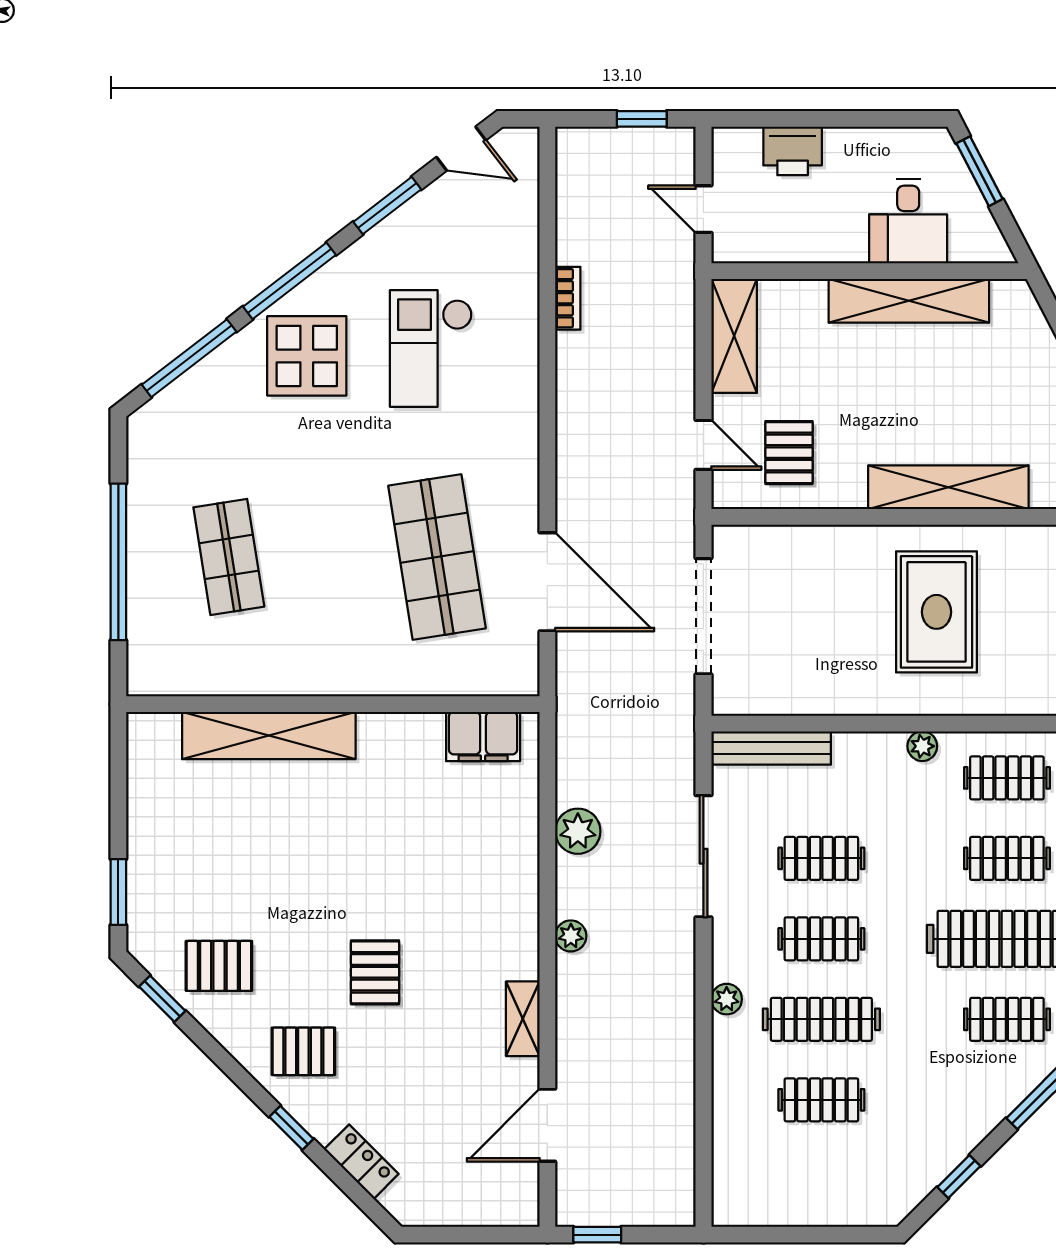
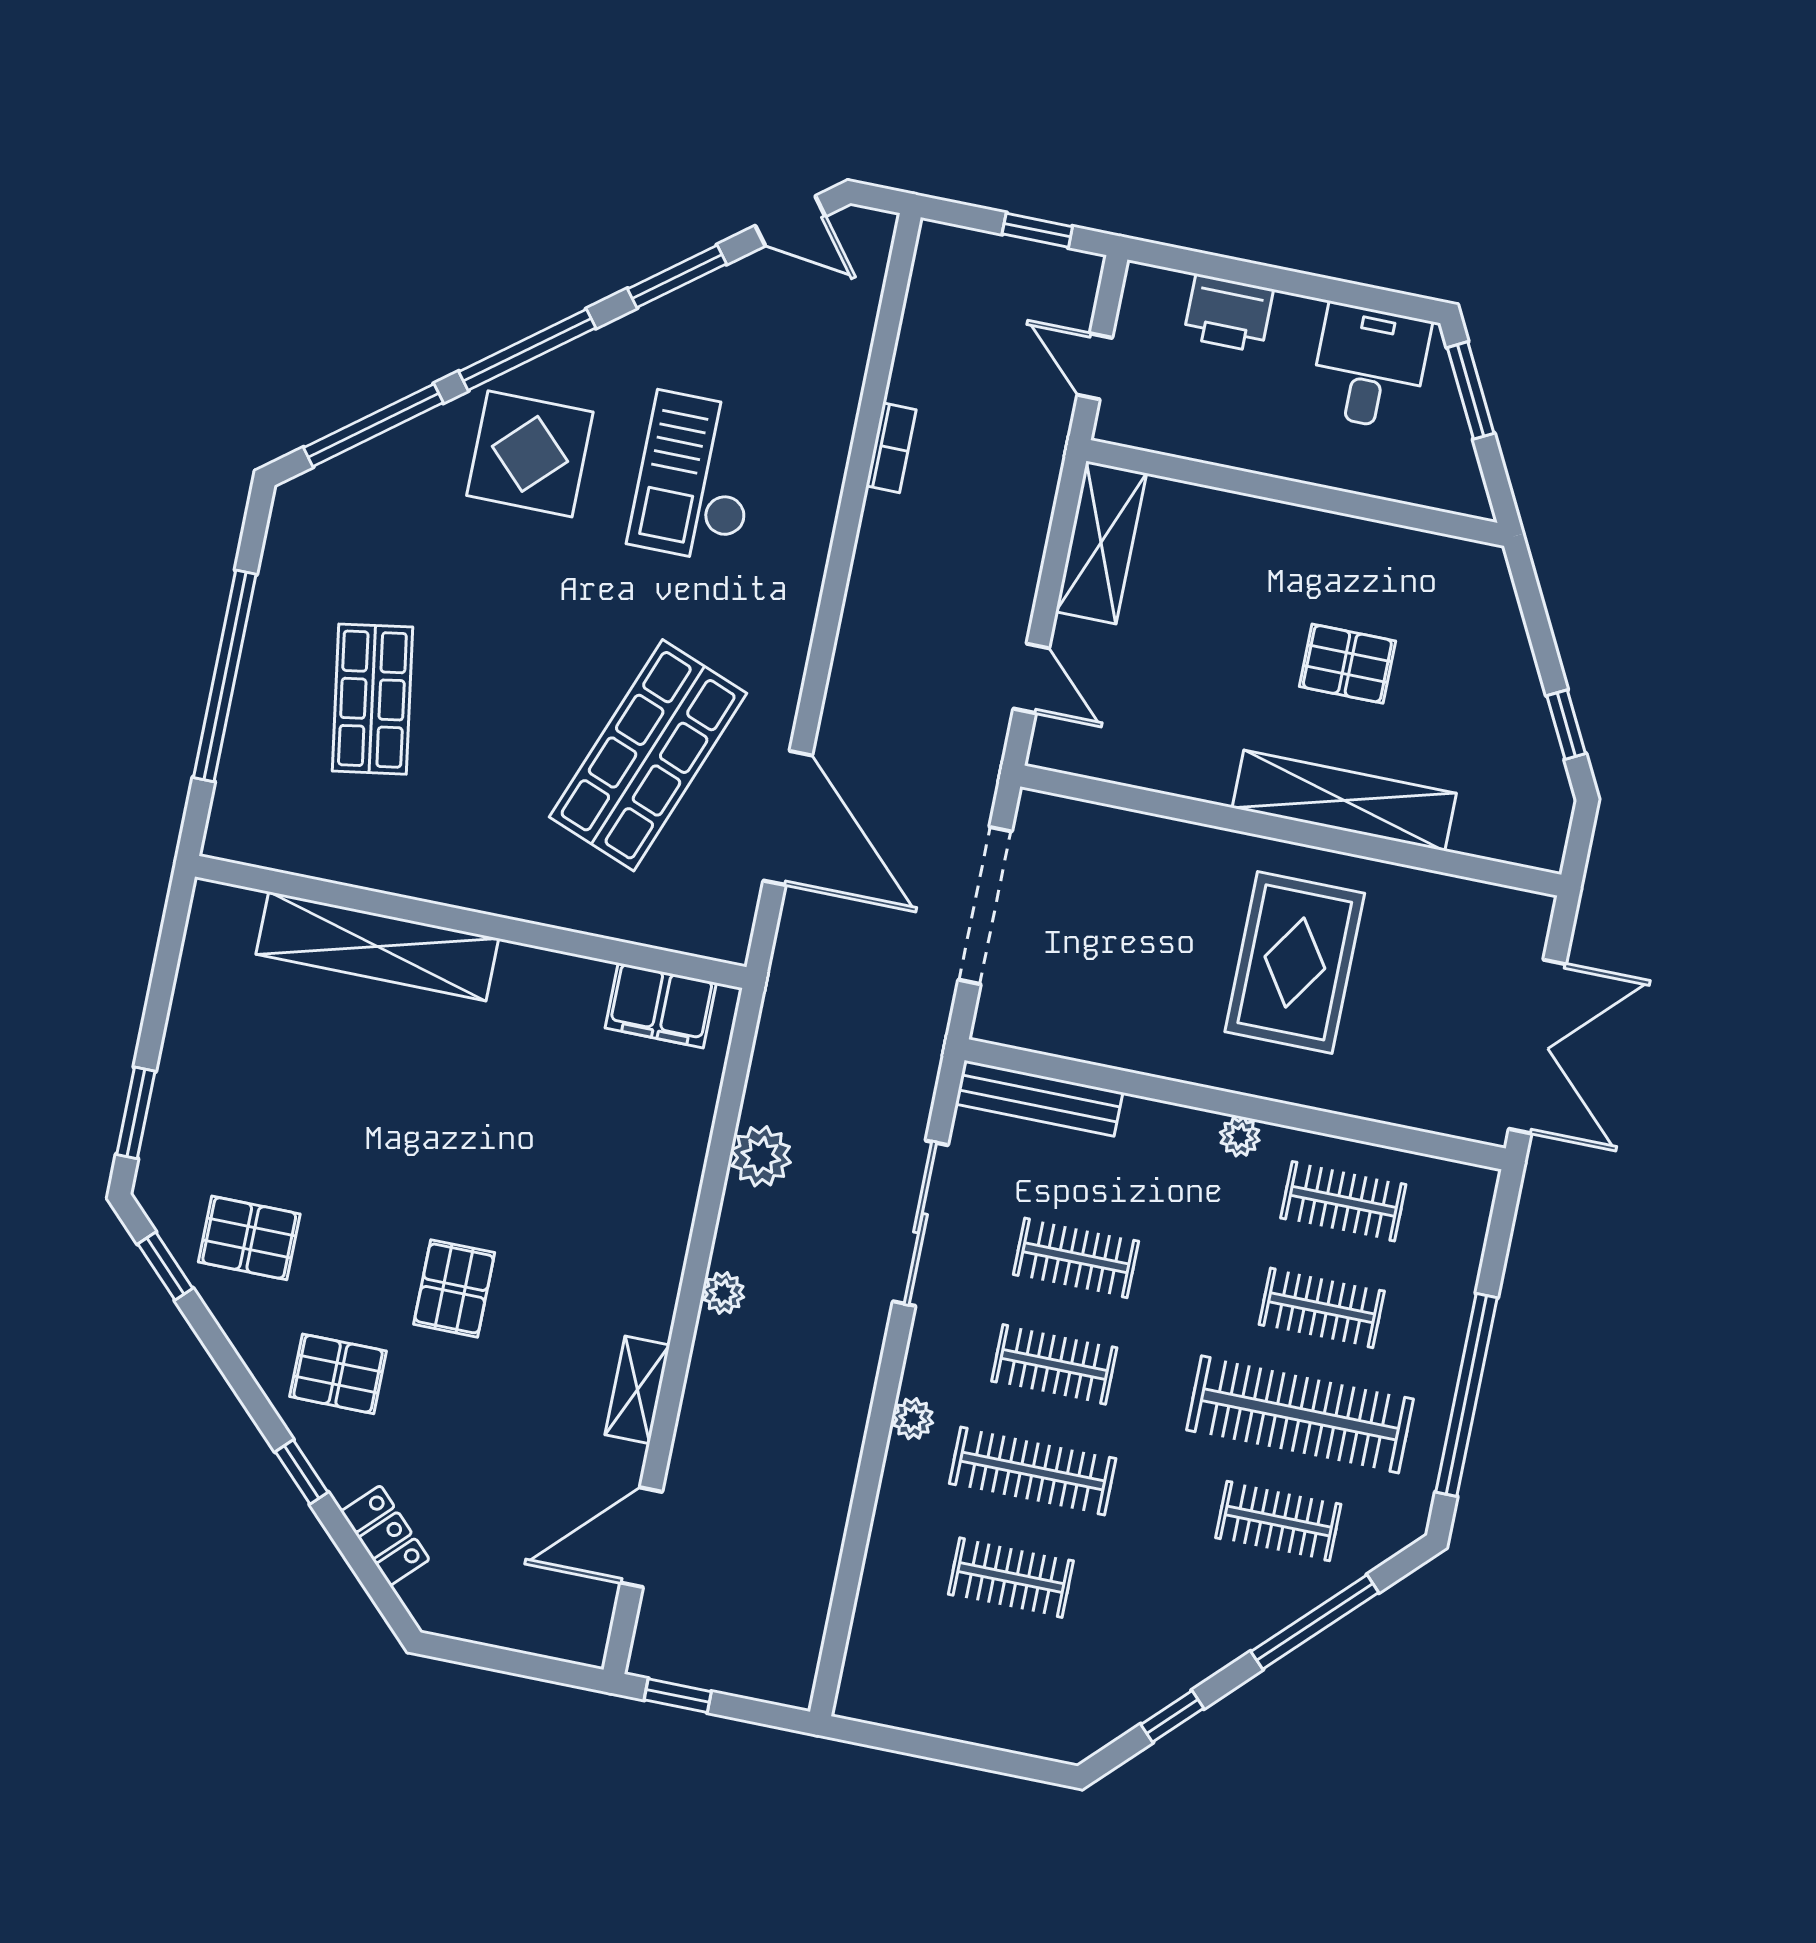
desk: (908, 221) -> (1370, 367), moved, turned 180
shelving: (909, 301) -> (1342, 543), removed
pallet: (789, 453) -> (1347, 664), moved, turned 90
shop shelf: (437, 557) -> (648, 755), turned 30

